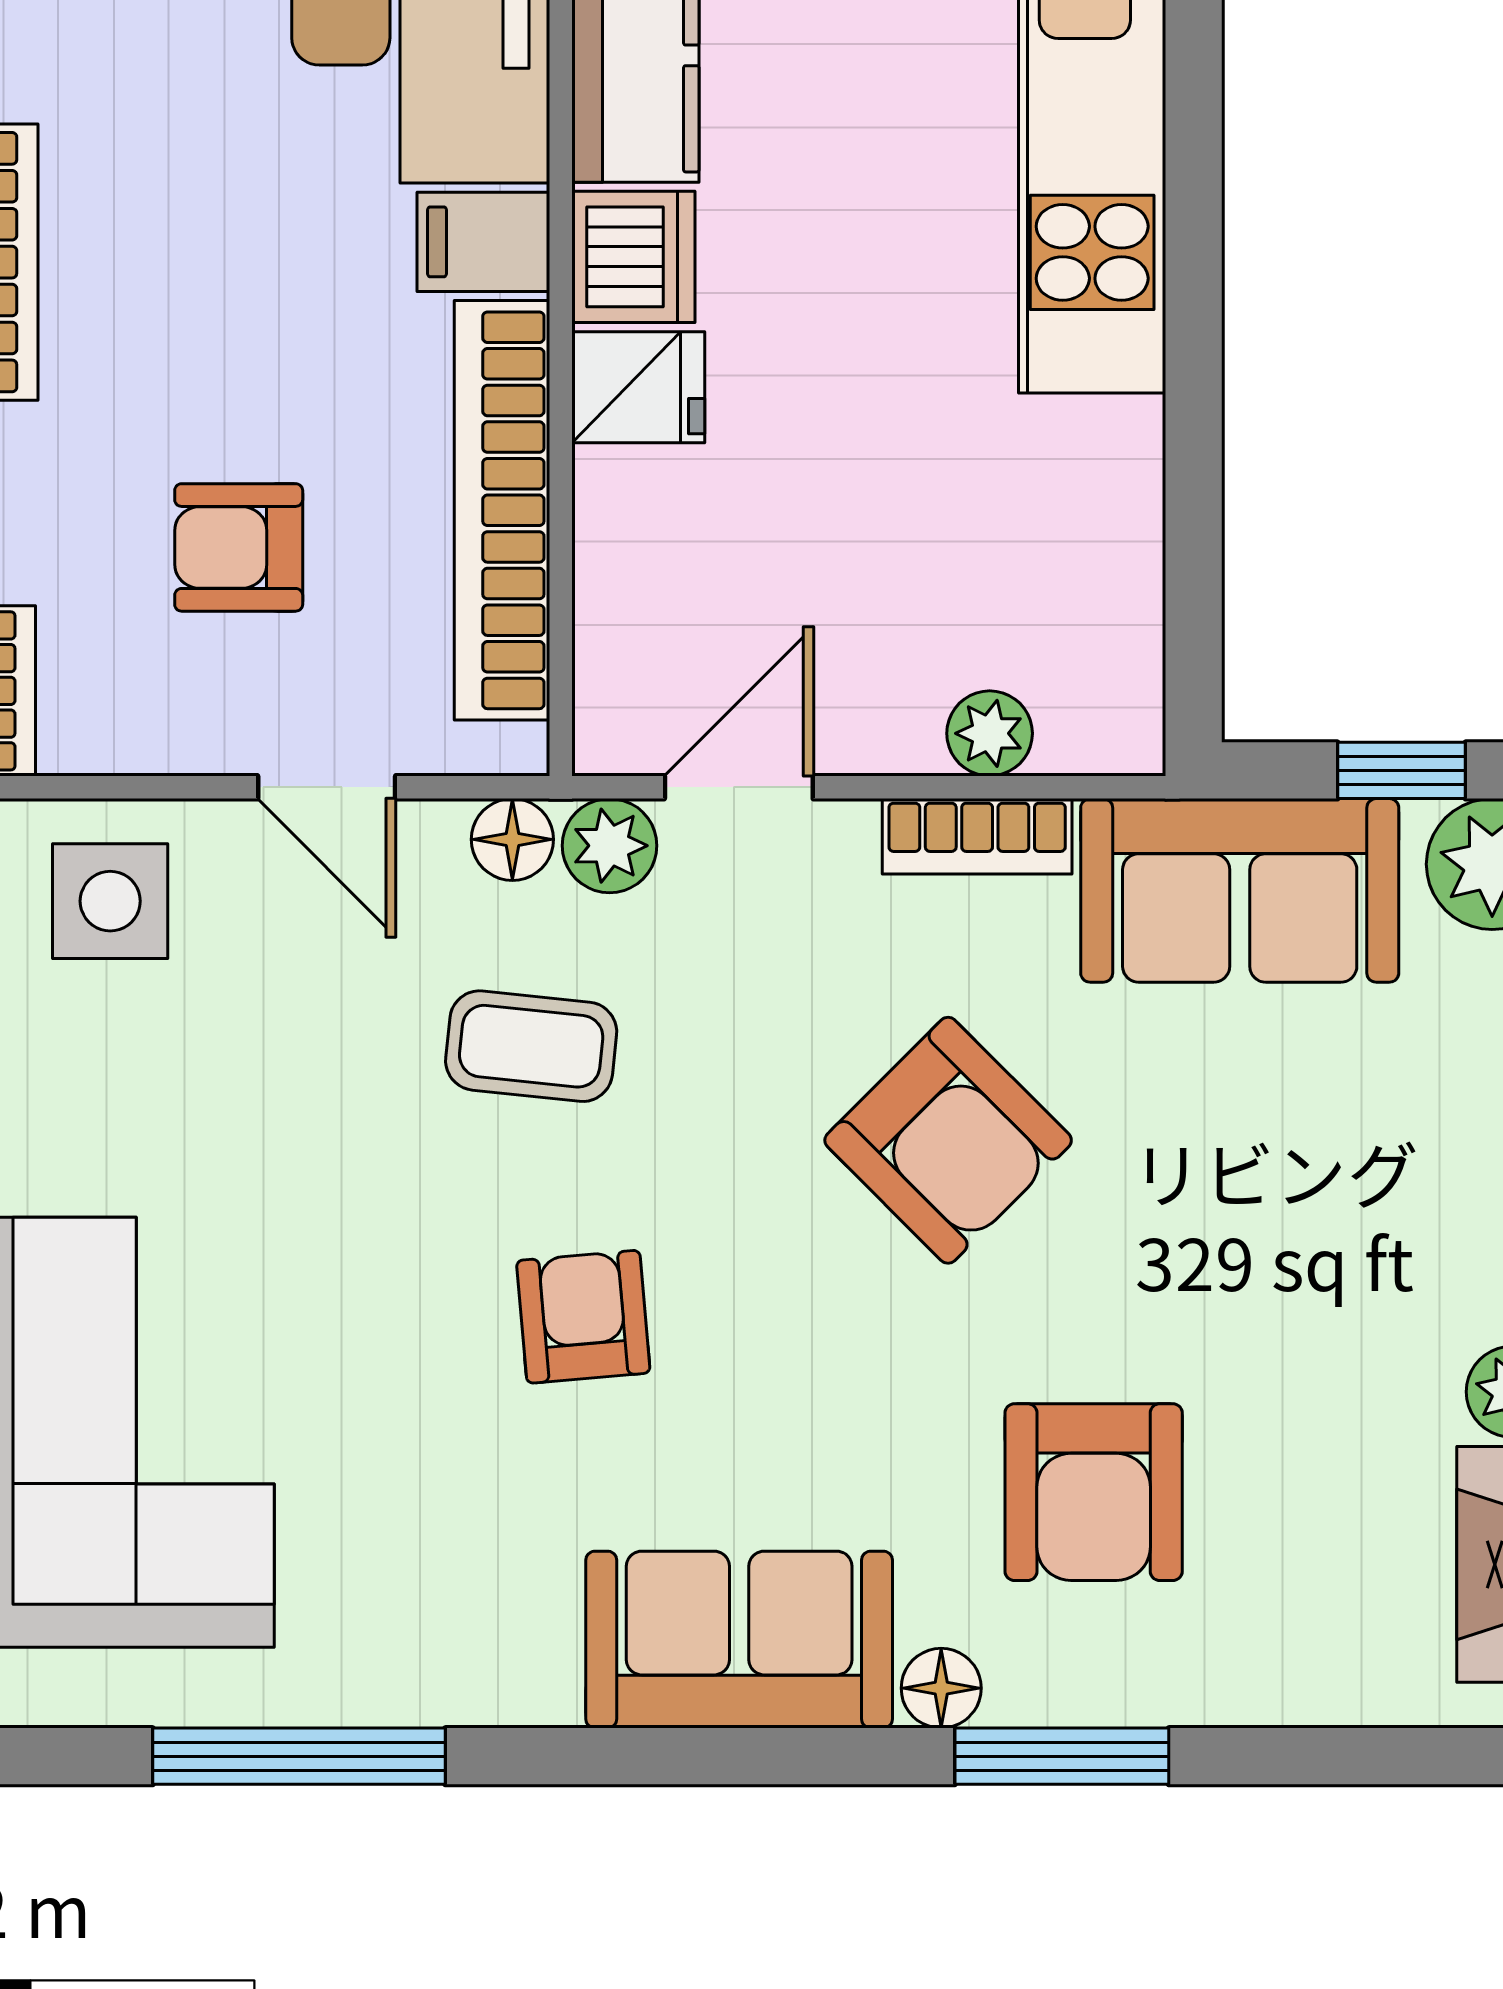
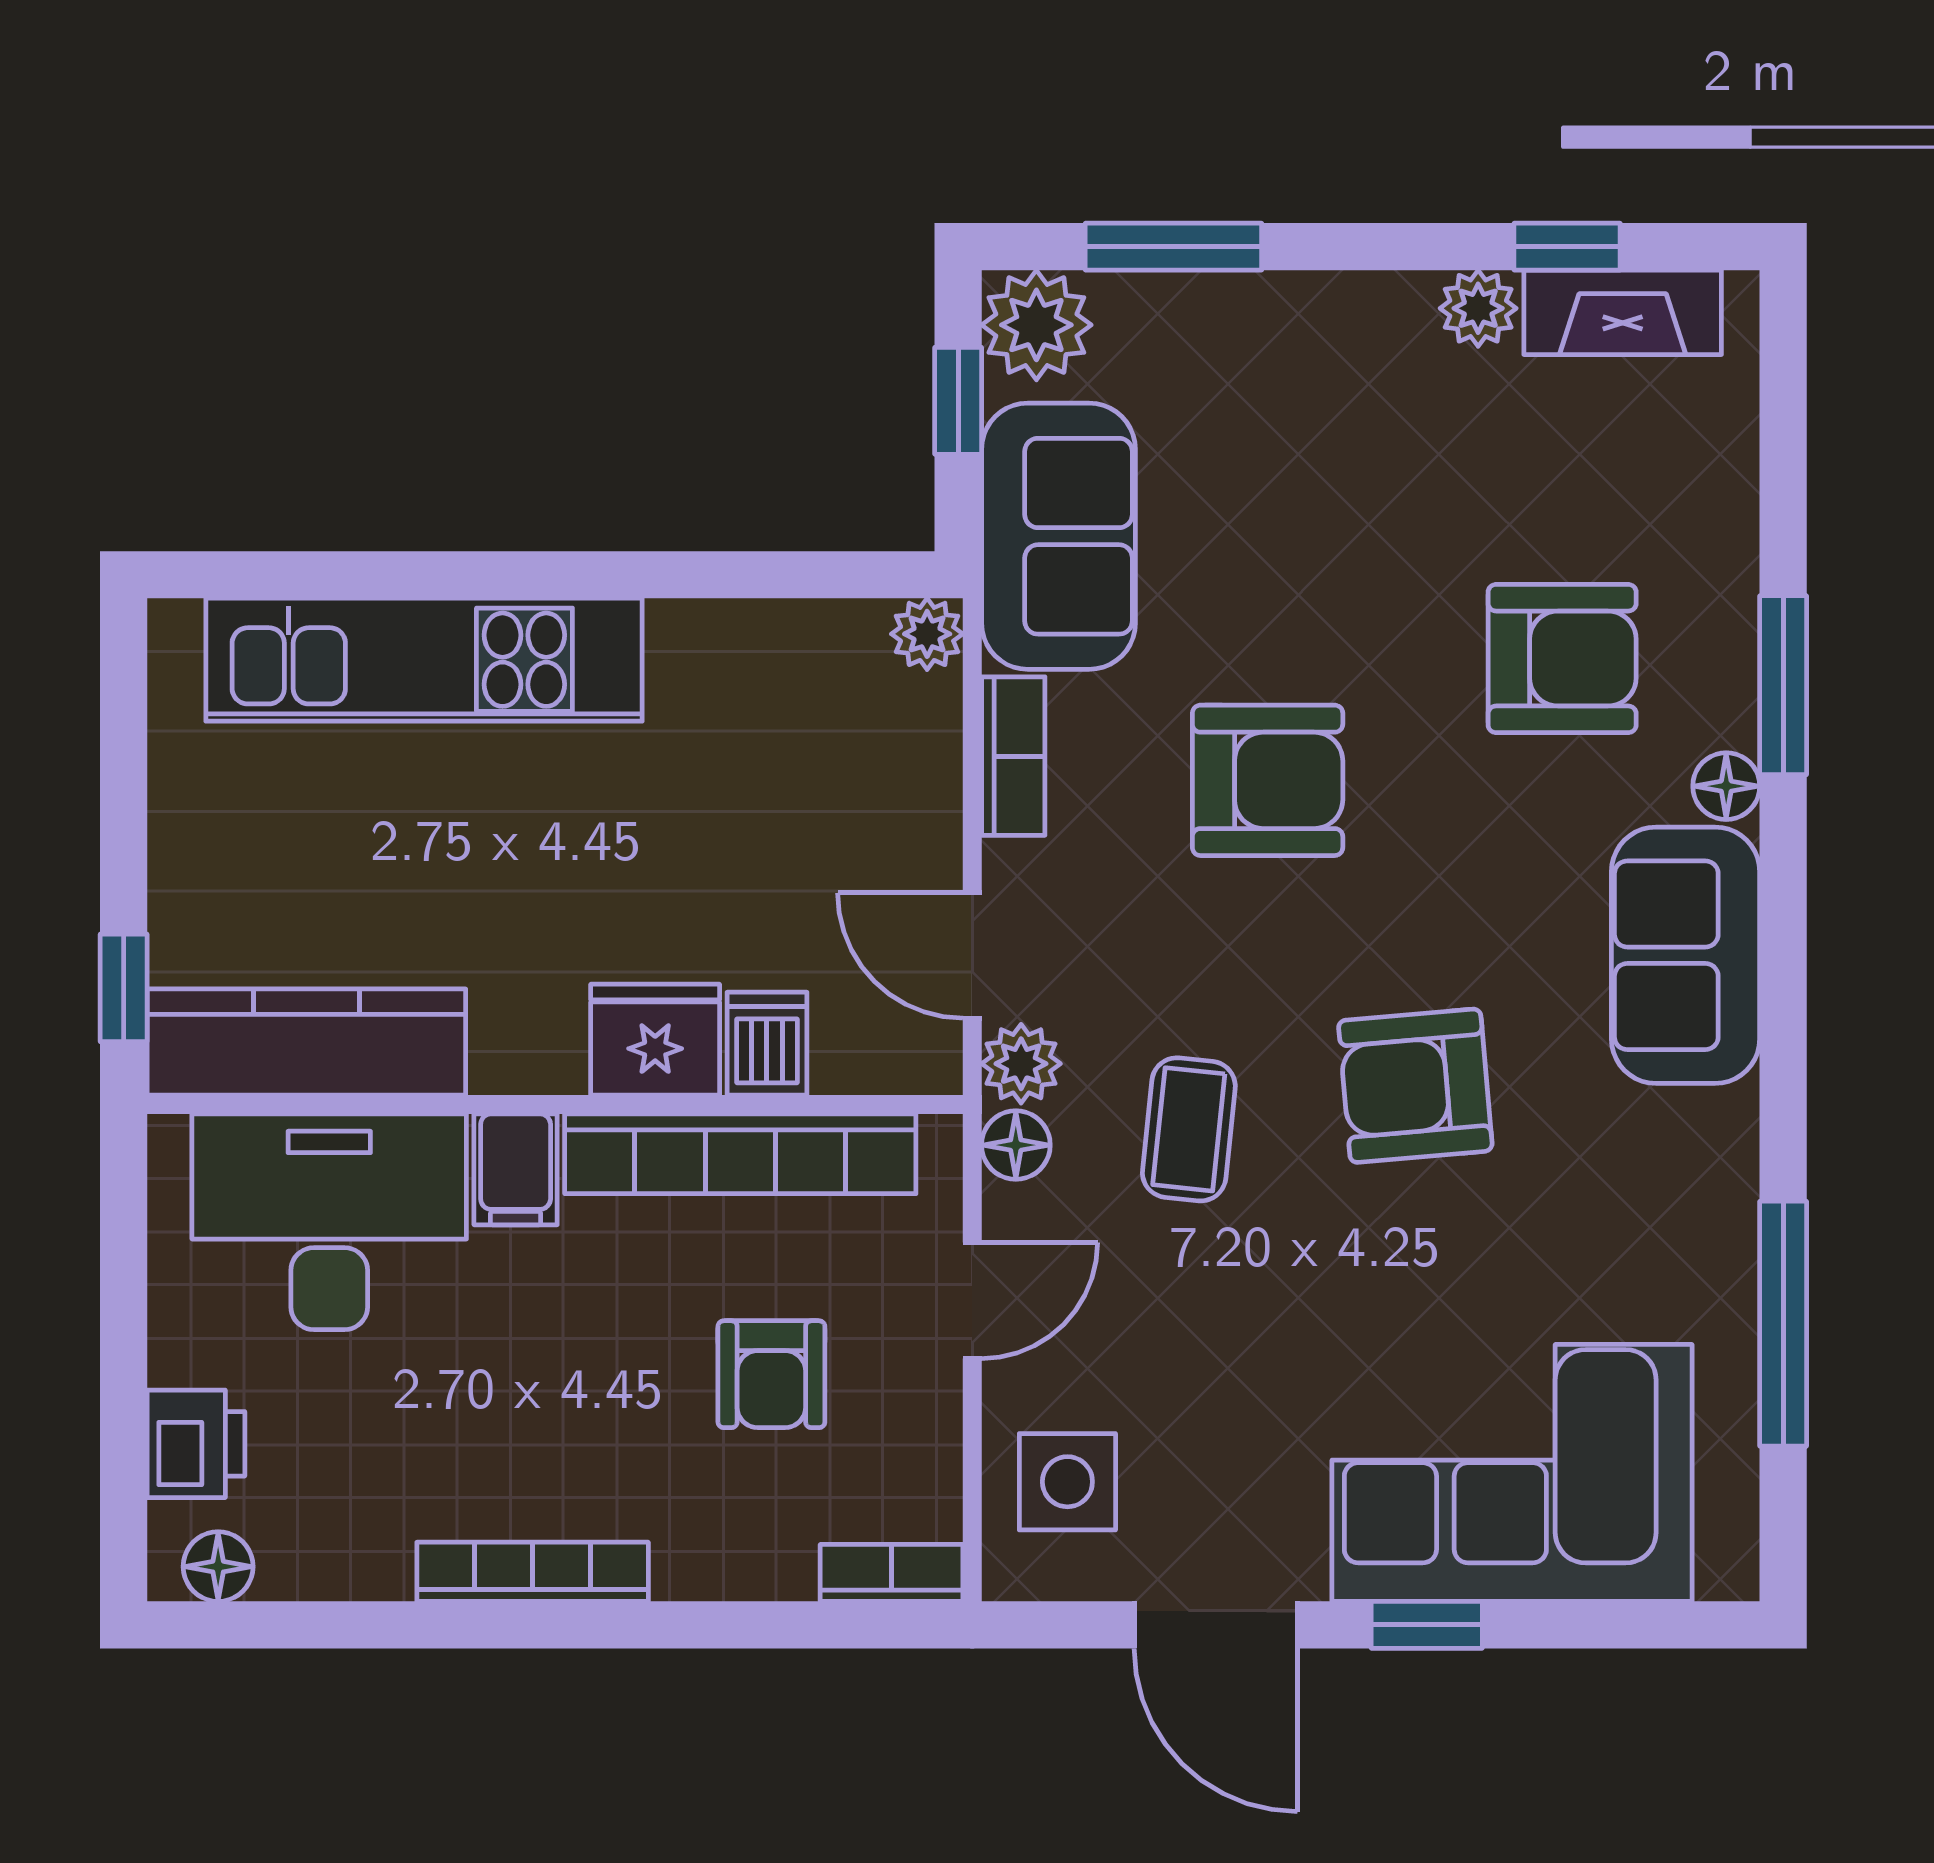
dishwasher: (633, 257) -> (767, 1044), moved, width x0.73
fridge: (638, 387) -> (655, 1040), width x1.38
plant: (990, 733) -> (927, 634), moved
armchair: (948, 1140) -> (1268, 780), turned 45
armchair: (583, 1317) -> (1415, 1086), width x1.38, depth x1.38

